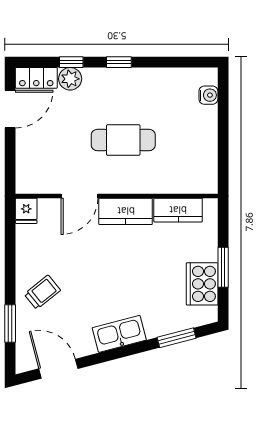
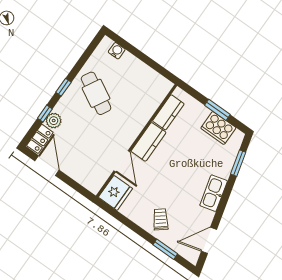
cafe table: (123, 140) -> (96, 93), moved, turned -61
fridge: (26, 211) -> (115, 193), width x1.88, depth x1.34

